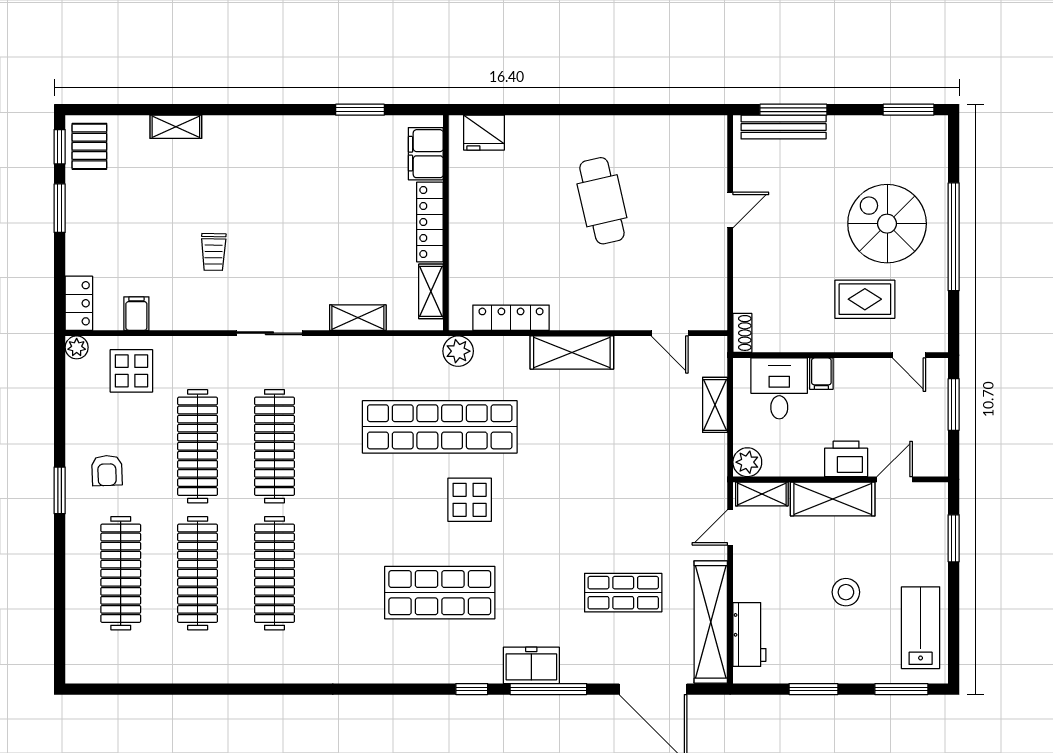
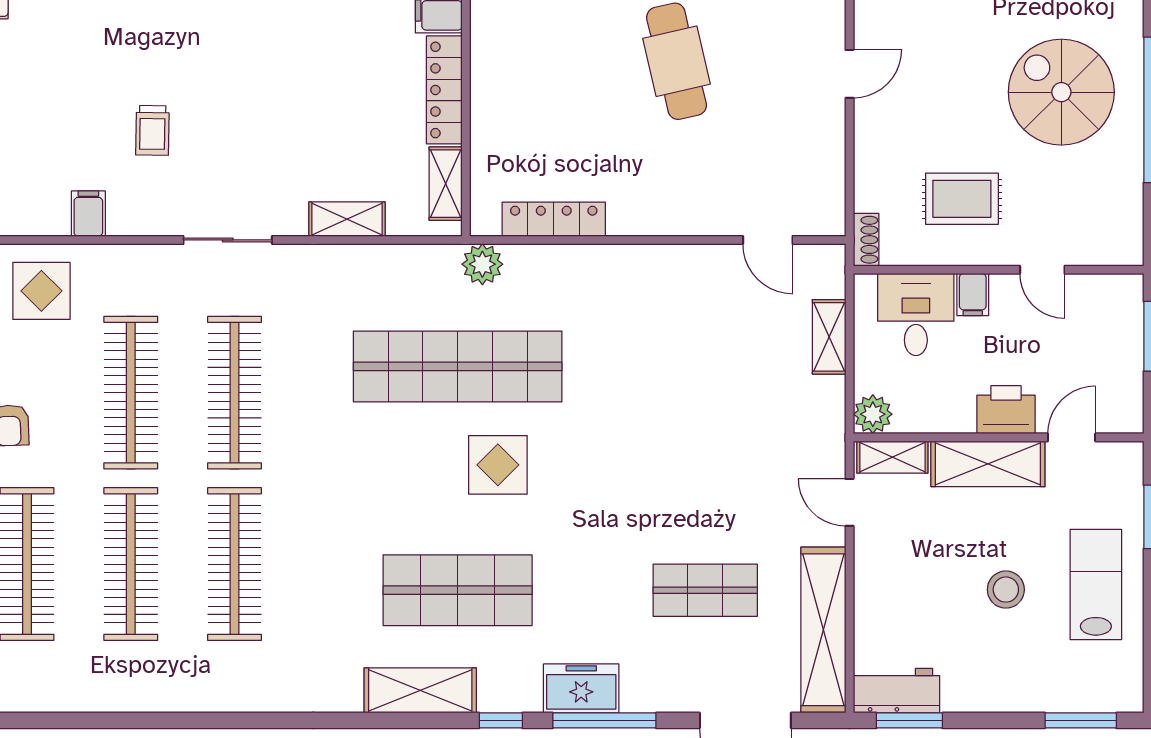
rug: (865, 299) -> (962, 199), moved
filing cabinet: (136, 314) -> (88, 214), moved
shelving: (572, 353) -> (420, 690), moved
door: (909, 355) -> (1042, 270), moved
door: (730, 528) -> (850, 502), hinge flipped
lab bench: (921, 628) -> (1096, 584), moved
workbench: (749, 634) -> (896, 691), moved, turned -90
window: (813, 689) -> (909, 720), moved

